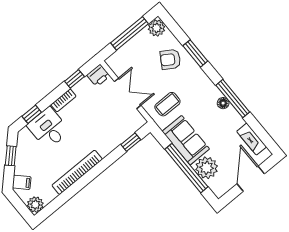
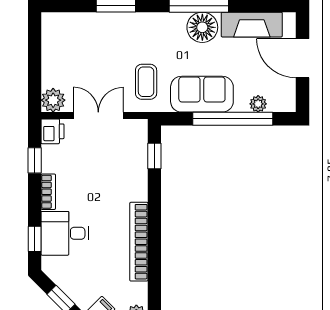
plant: (157, 28) -> (53, 100), moved
window: (130, 33) -> (35, 59), removed
armchair: (170, 59) -> (100, 38), removed
floor lamp: (223, 103) -> (202, 27), width x1.89, depth x1.89
fireplace: (252, 139) -> (252, 25), width x1.37, depth x1.32
plant: (207, 168) -> (258, 104), width x0.53, depth x0.53

